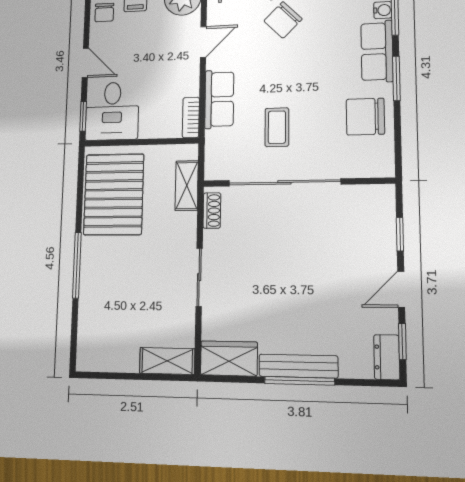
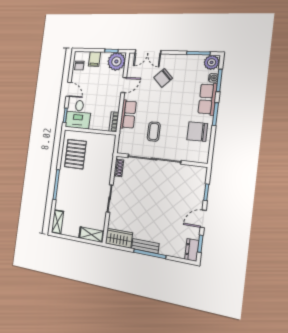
shelving: (187, 186) -> (57, 222), moved
pallet: (114, 194) -> (75, 154), width x0.73, depth x0.71
bench: (298, 366) -> (145, 246), width x0.73

